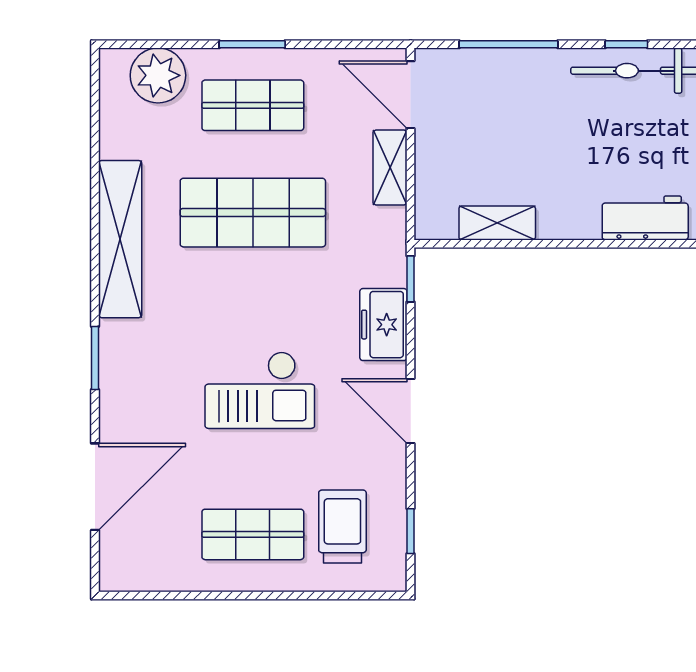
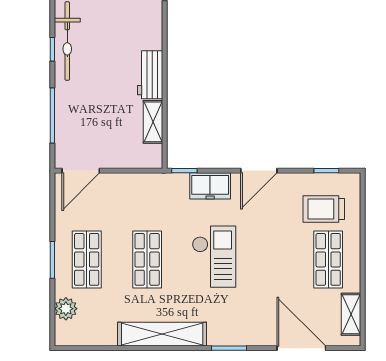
plant: (158, 75) -> (66, 309), width x0.73, depth x0.73
shelving: (390, 168) -> (351, 314), moved, turned 90
shop shelf: (253, 213) -> (147, 259), width x0.70, depth x0.74
workbench: (645, 218) -> (150, 75), moved
checkout: (260, 390) -> (214, 257), moved

